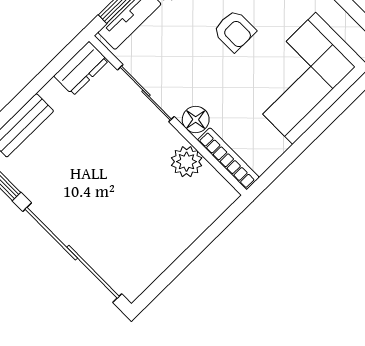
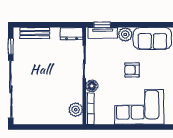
armchair: (234, 31) -> (132, 70), turned 90
plant: (187, 162) -> (76, 110), moved

